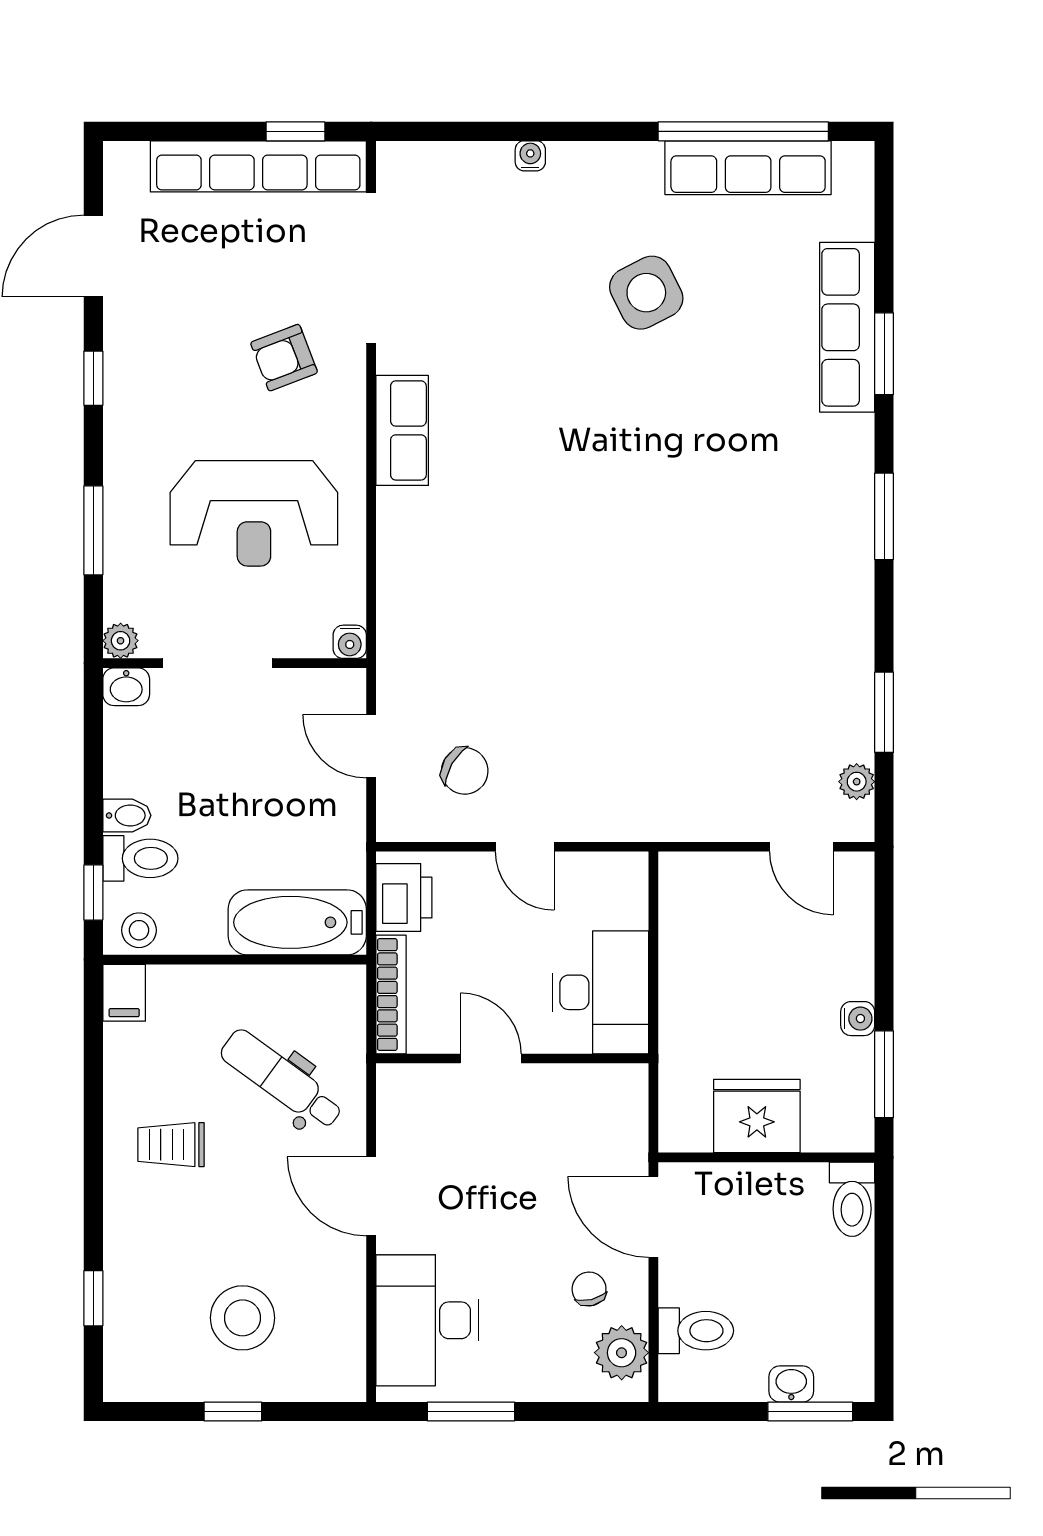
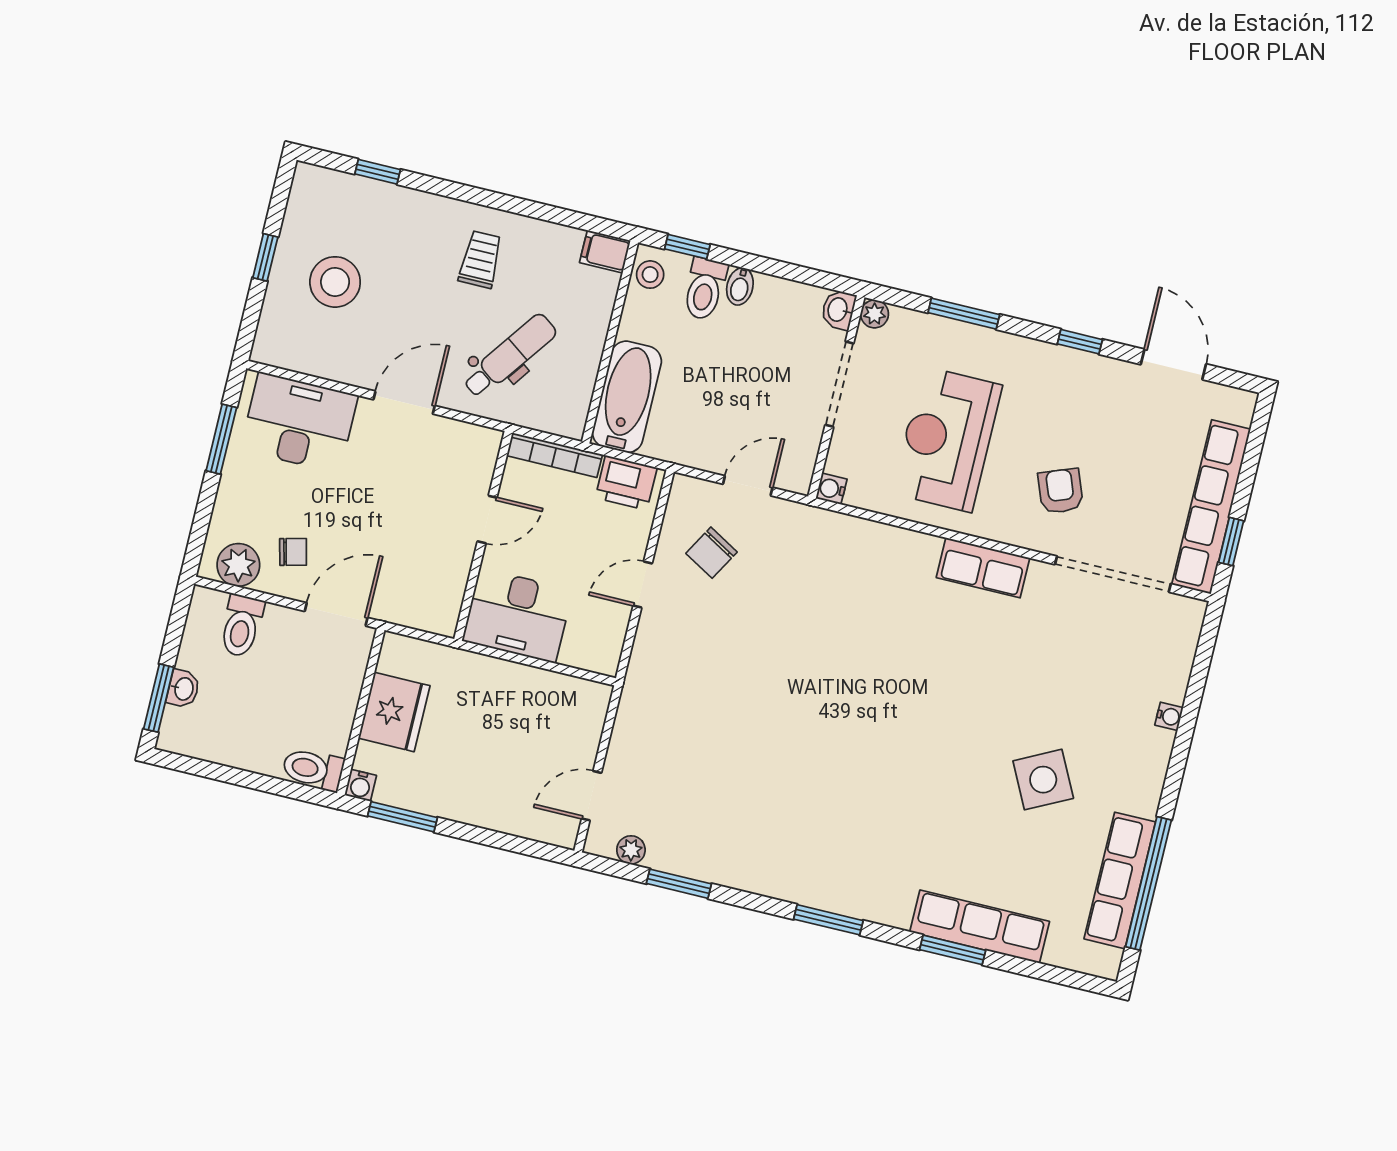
water cooler: (858, 1019) -> (361, 785), moved

